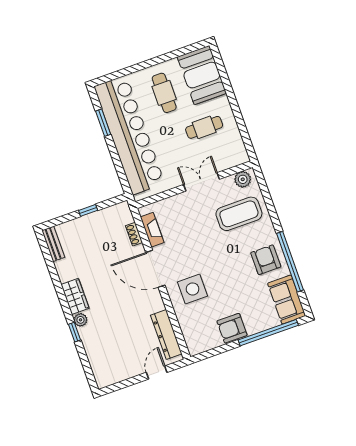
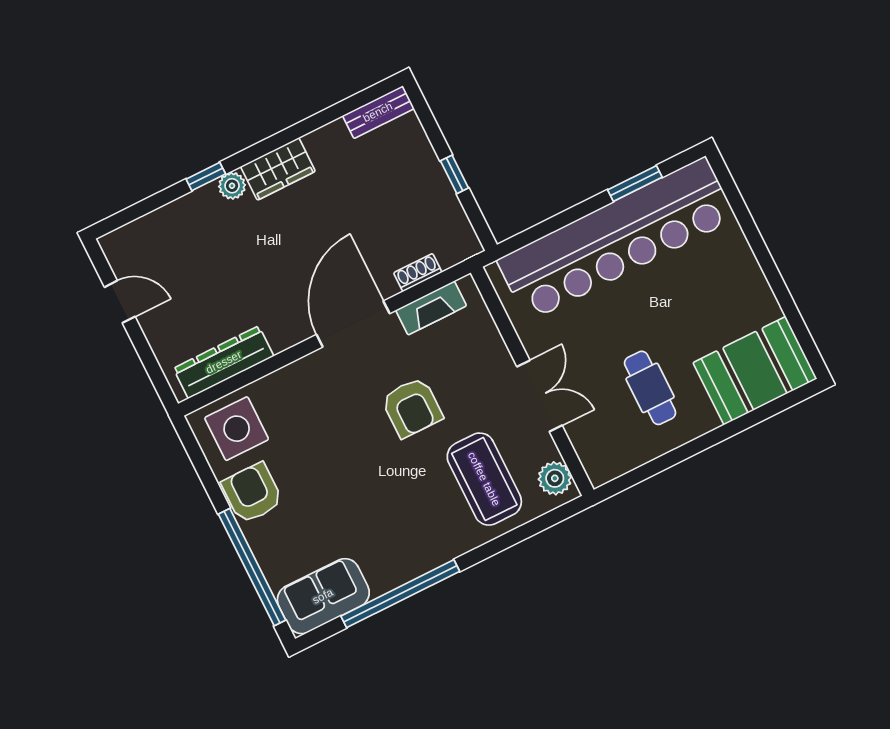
cafe table: (164, 93) -> (710, 299), removed
armchair: (266, 260) -> (412, 407), moved, turned 90
side table: (193, 289) -> (237, 429), moved
door: (157, 372) -> (120, 302), moved

